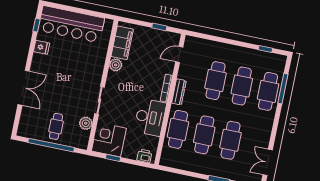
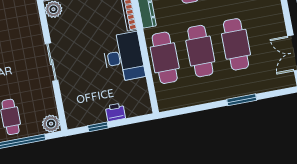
plant: (86, 123) -> (51, 124), moved
corner desk: (109, 140) -> (83, 106), removed
printer: (144, 156) -> (115, 112), moved

